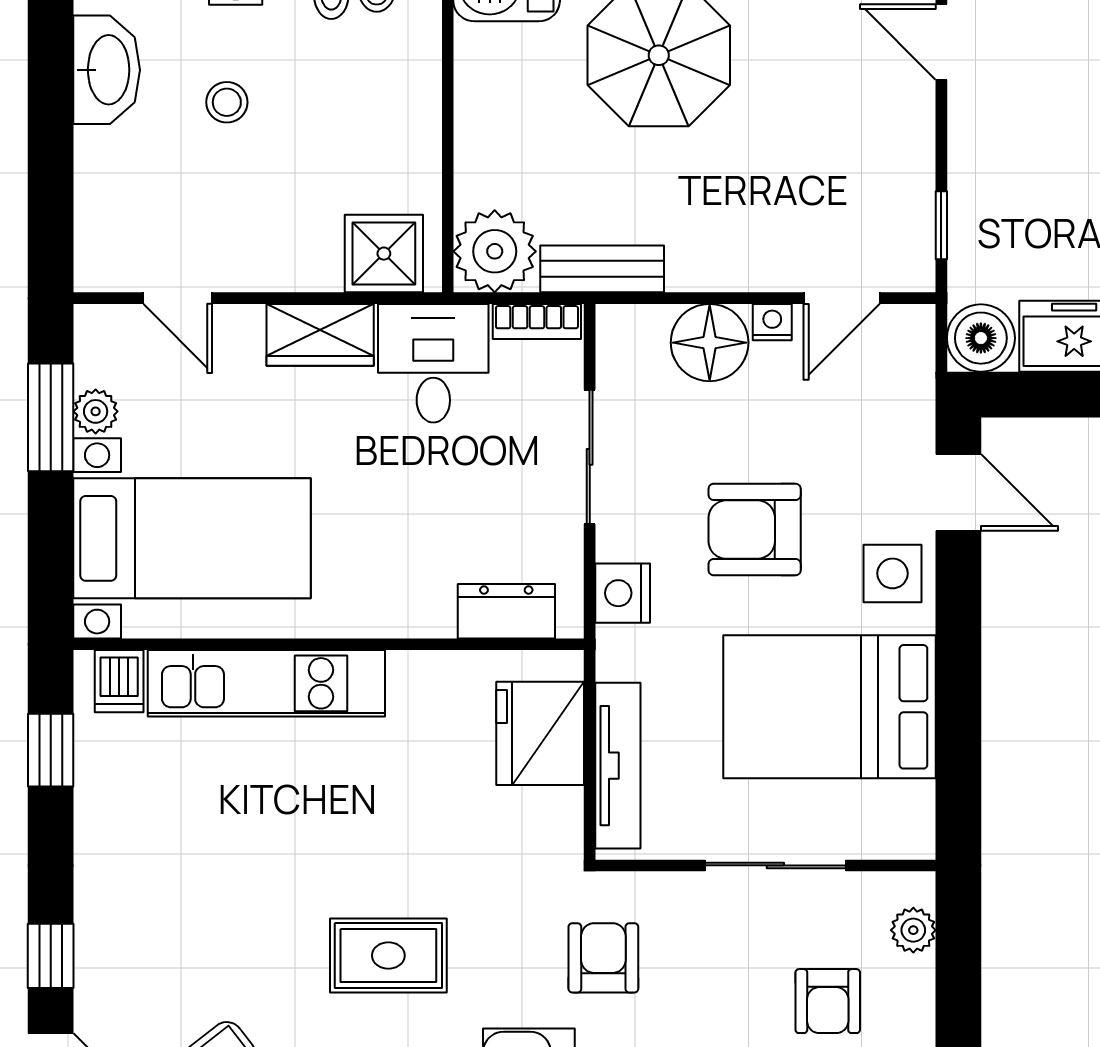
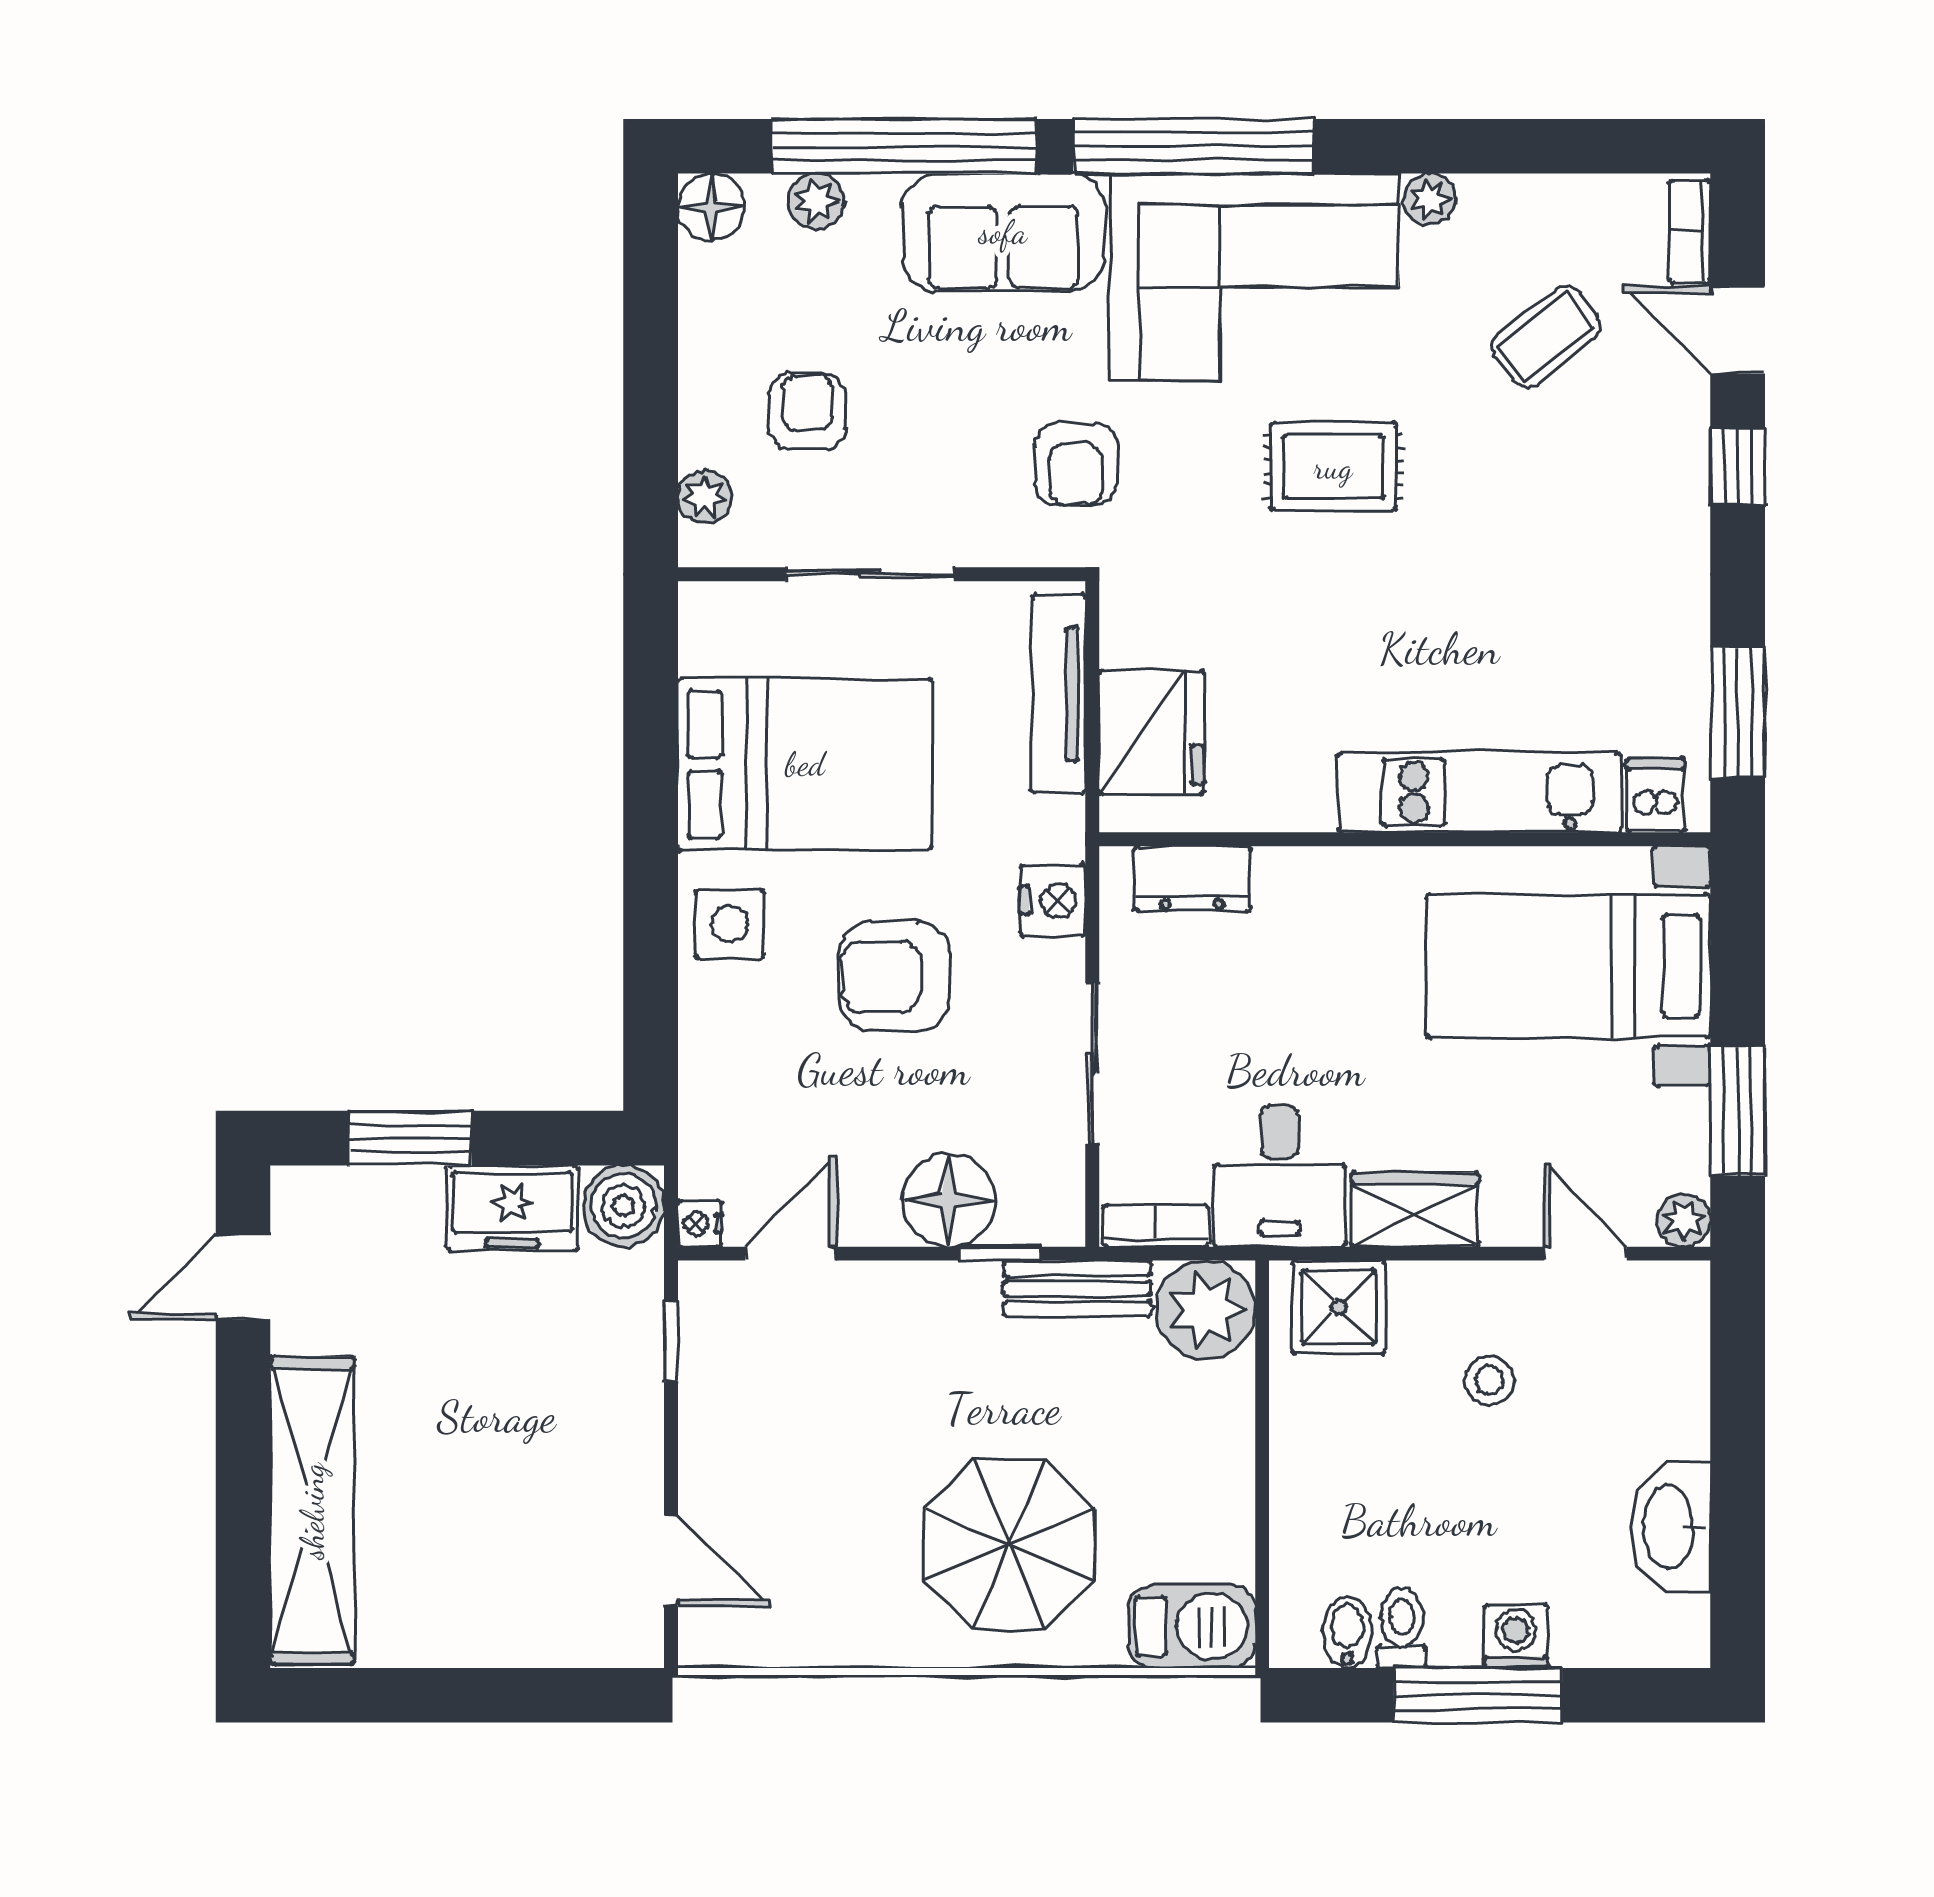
stool: (227, 102) -> (1489, 1380), moved
window: (667, 298) -> (1000, 1254), added
nightstand: (772, 322) -> (700, 1224), moved, turned 90
plant: (96, 411) -> (1684, 1220), moved
door: (958, 492) -> (651, 1021), removed
armchair: (755, 530) -> (895, 977), turned 180
window: (51, 750) -> (1738, 713), width x1.50

